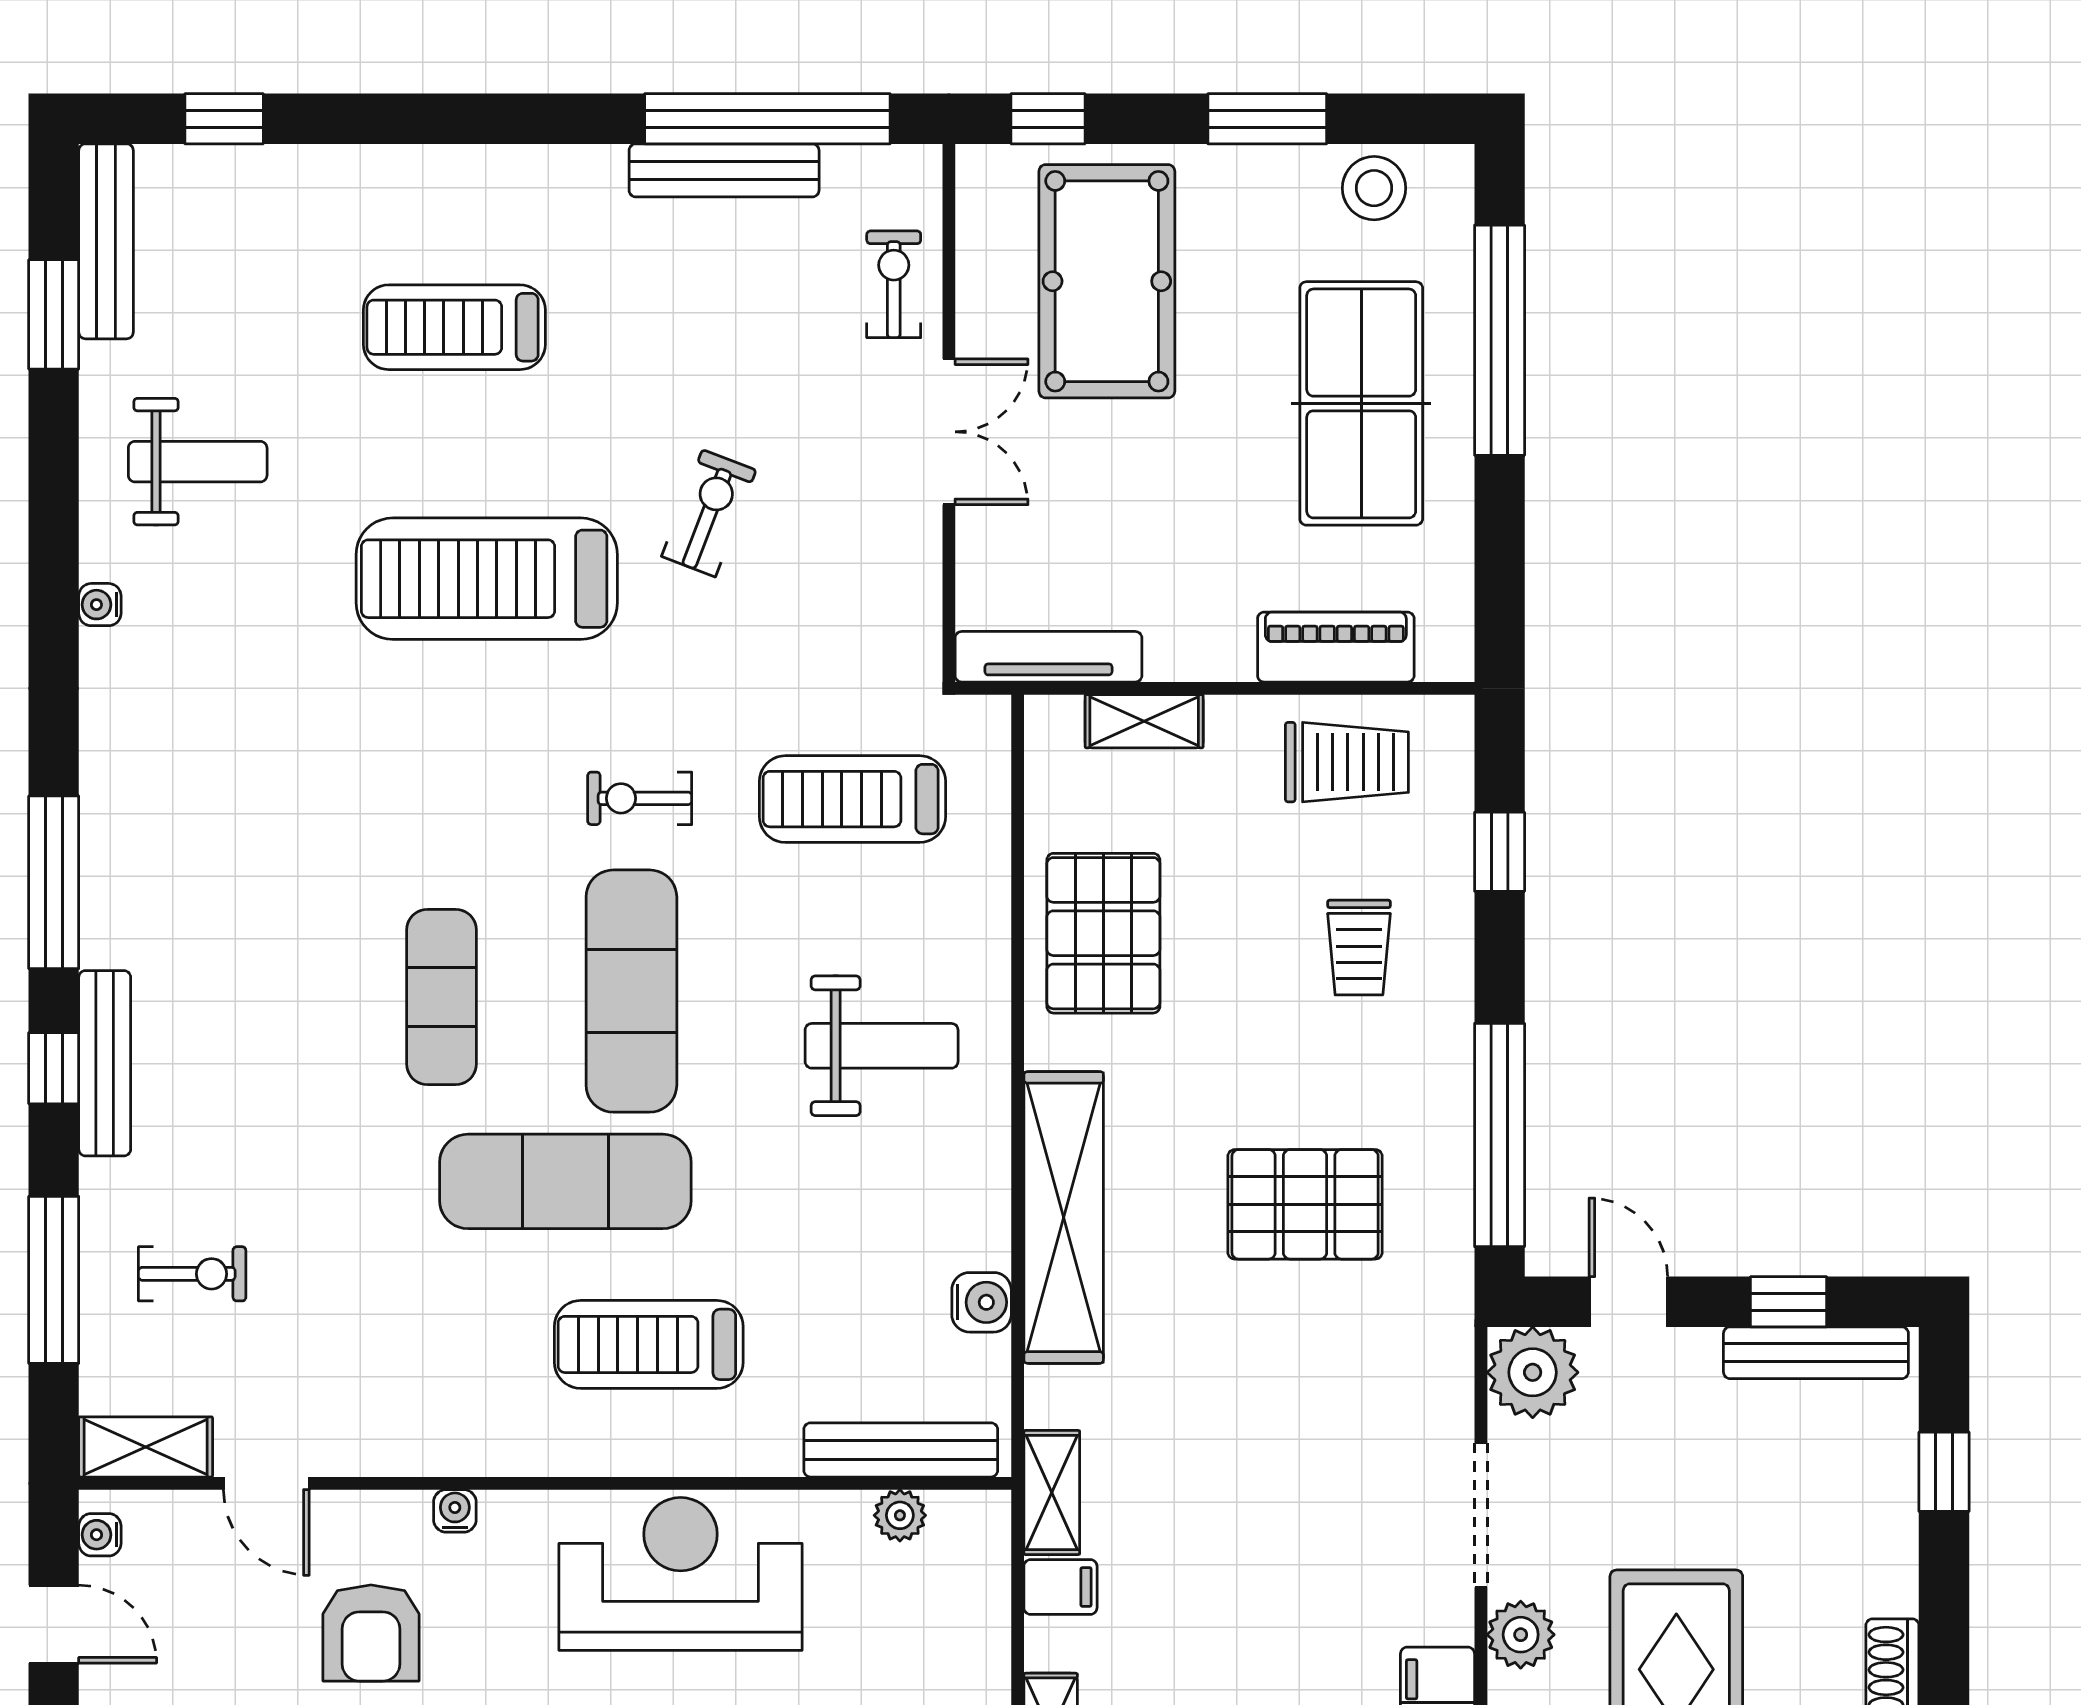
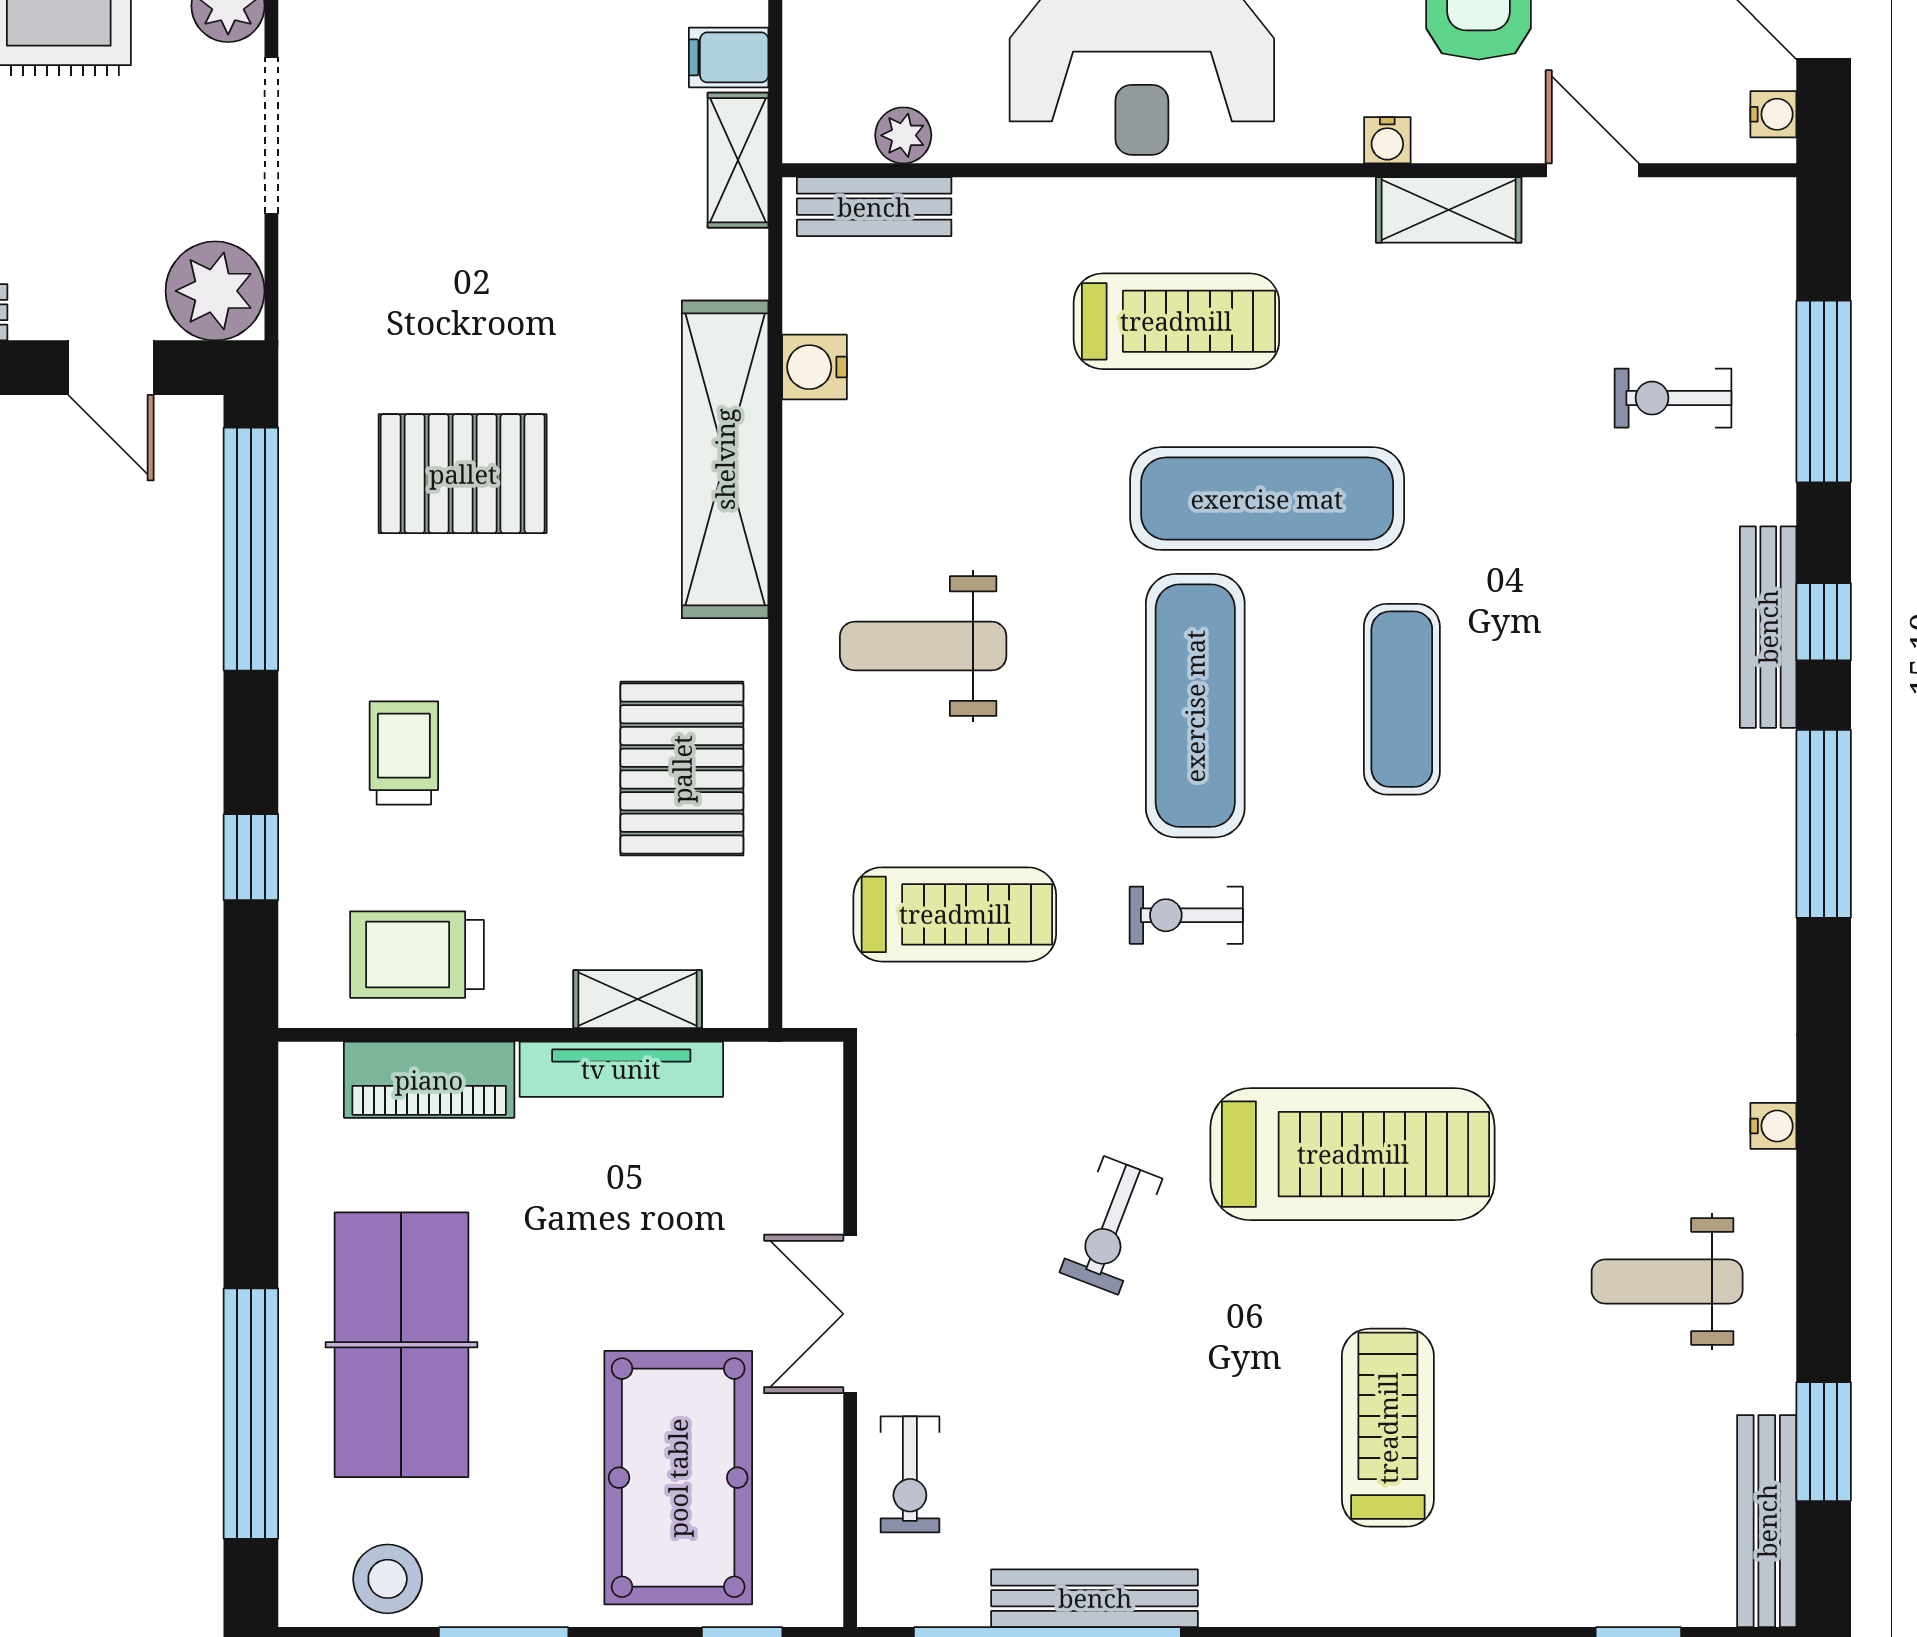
treadmill: (454, 327) -> (1388, 1428), turned -90
tv unit: (1048, 657) -> (621, 1069), moved
exercise bike: (640, 798) -> (1186, 915), turned 180
shelving: (146, 1447) -> (1449, 210), moved
bench: (901, 1450) -> (874, 207), width x0.73

